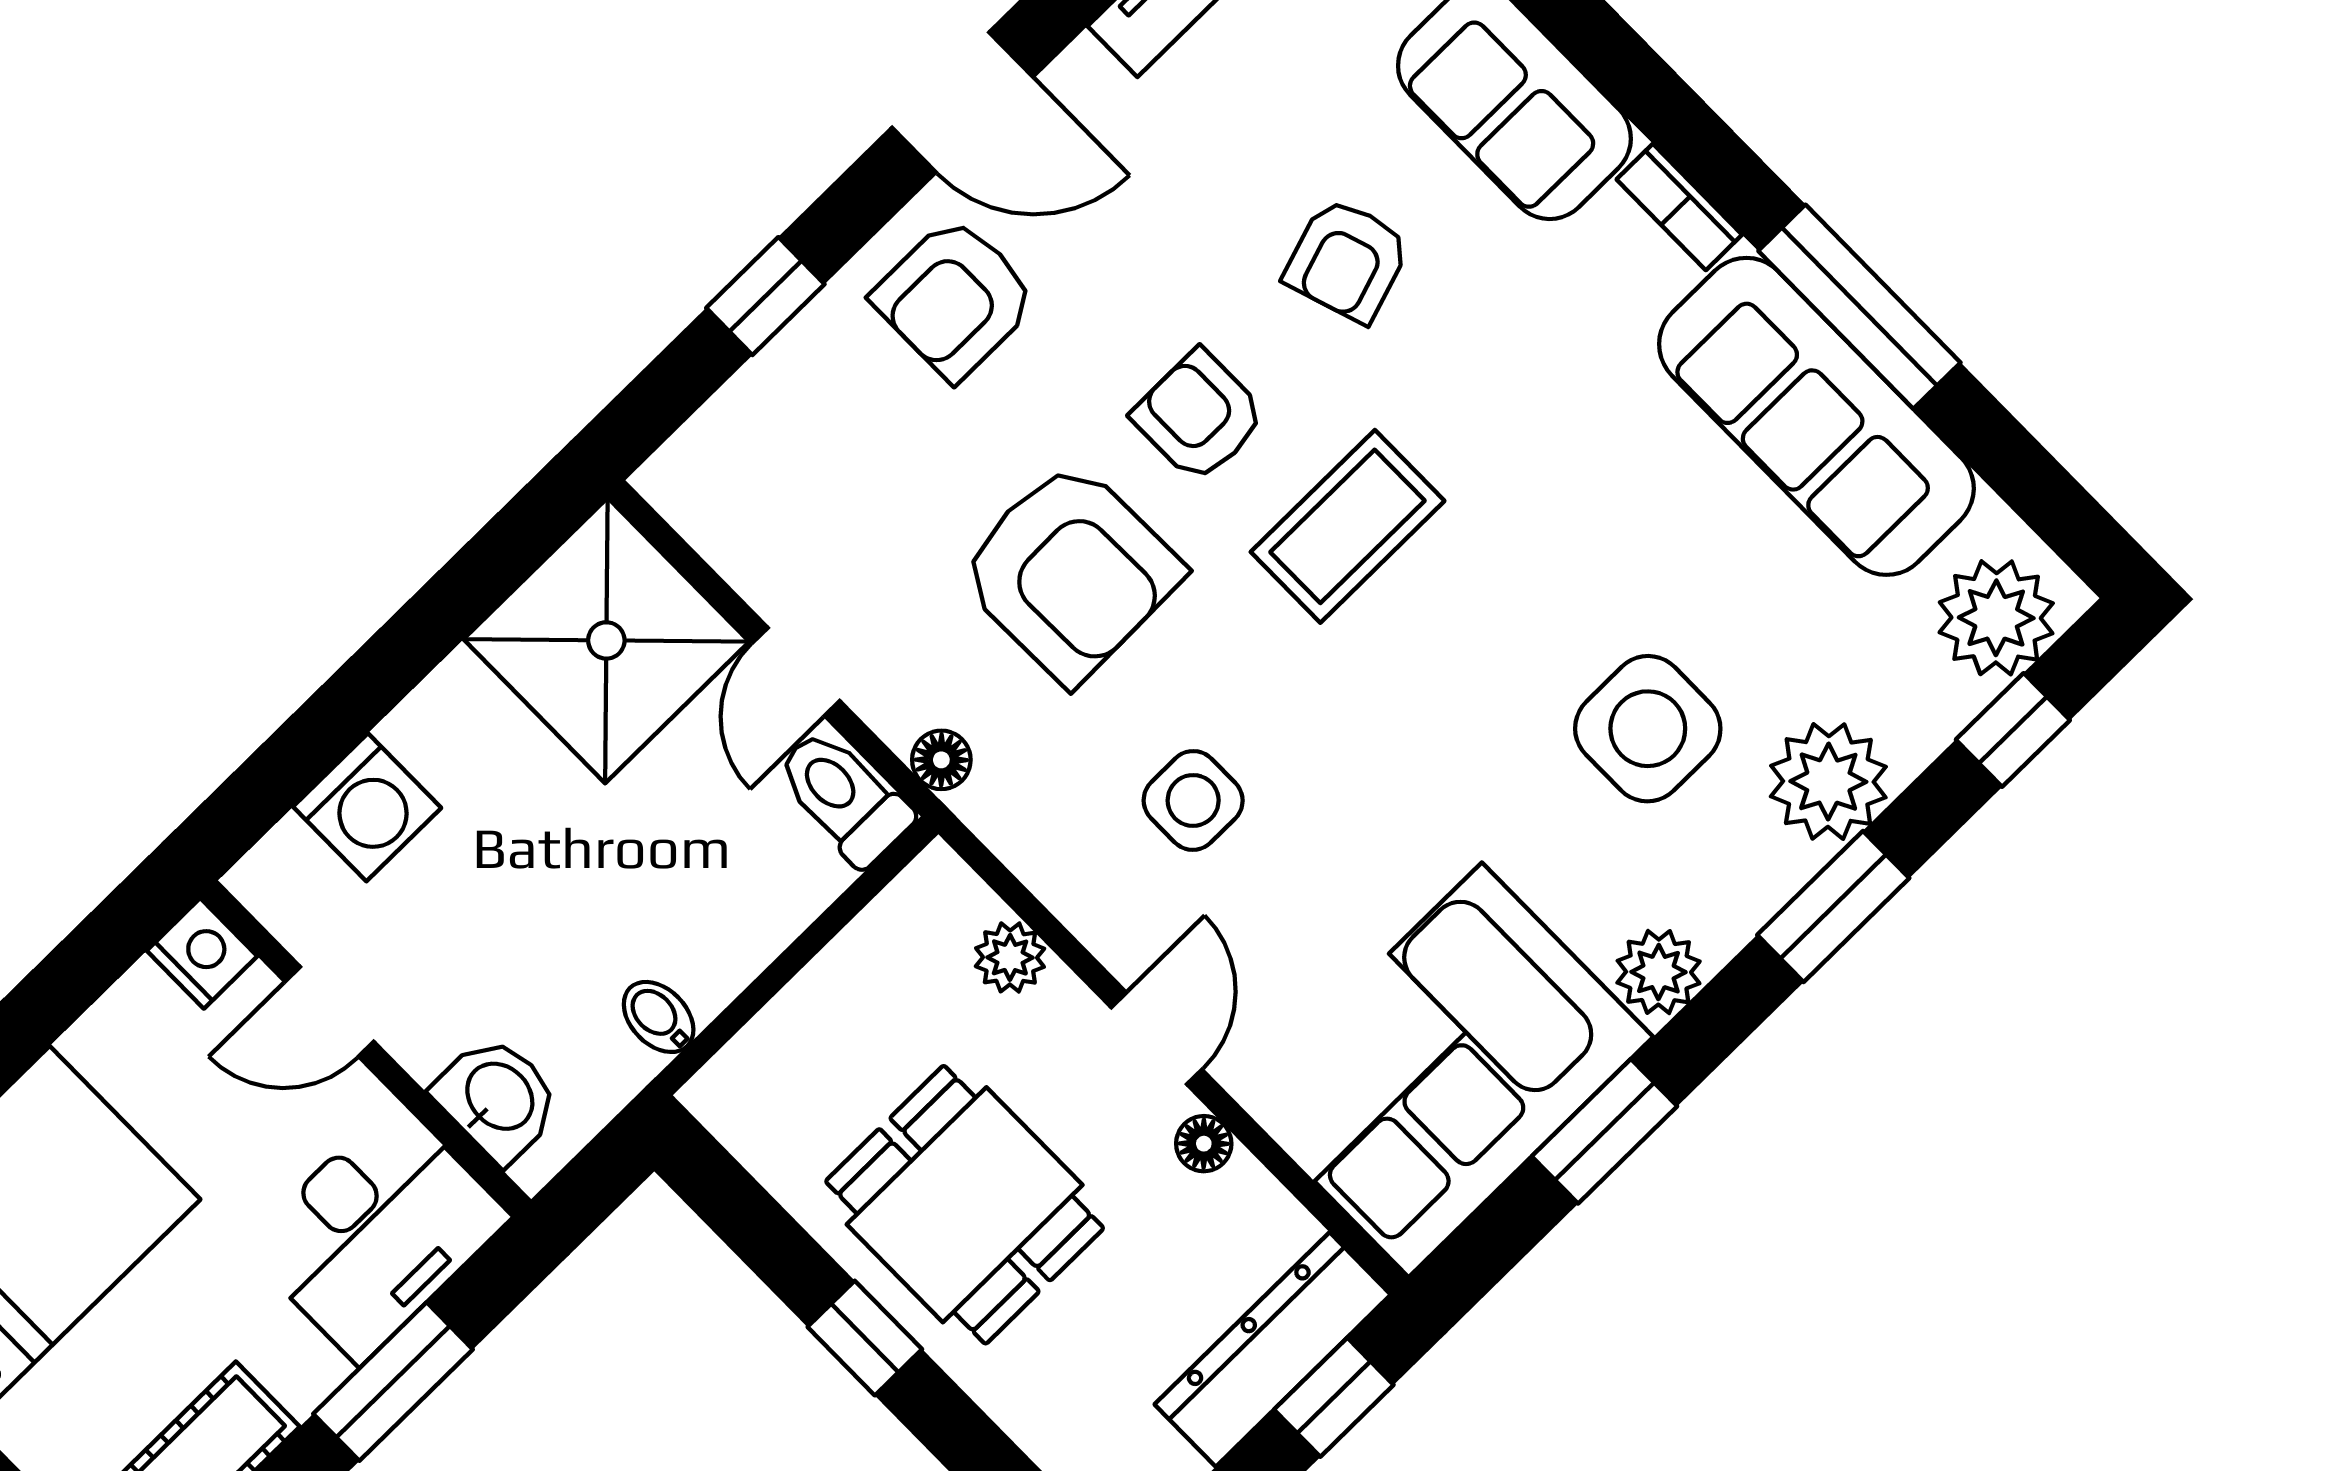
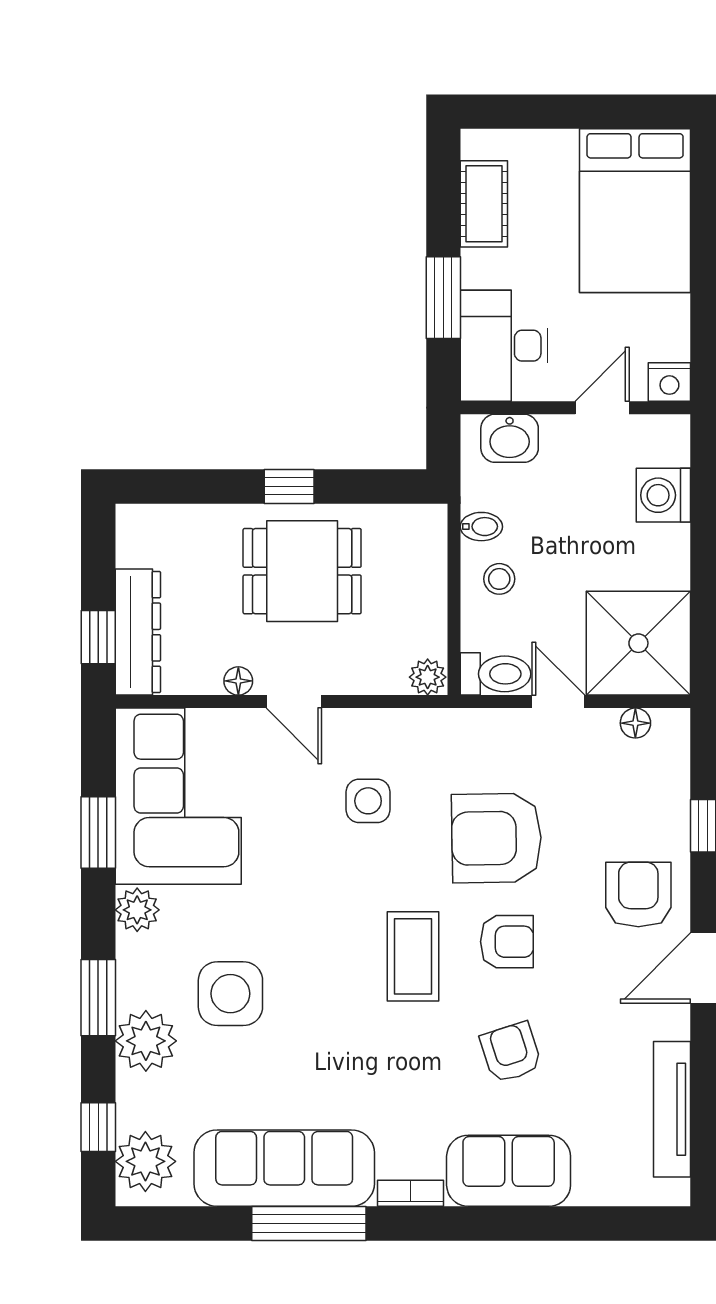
floor lamp: (941, 760) -> (635, 723), moved
stool: (707, 921) -> (499, 579), added
plant: (1010, 957) -> (428, 677), moved

